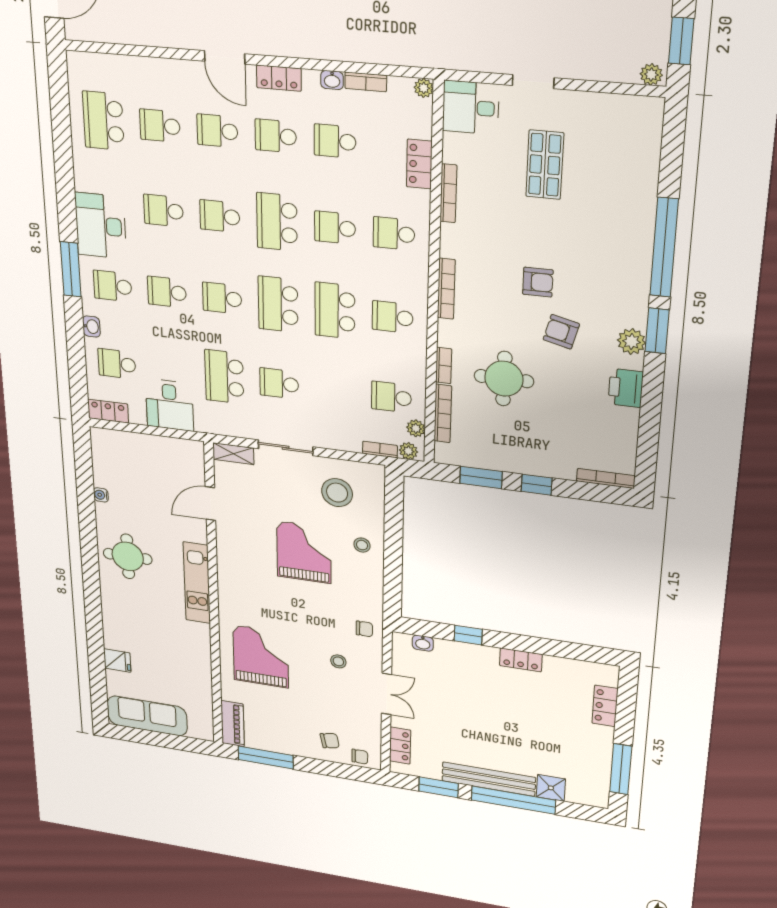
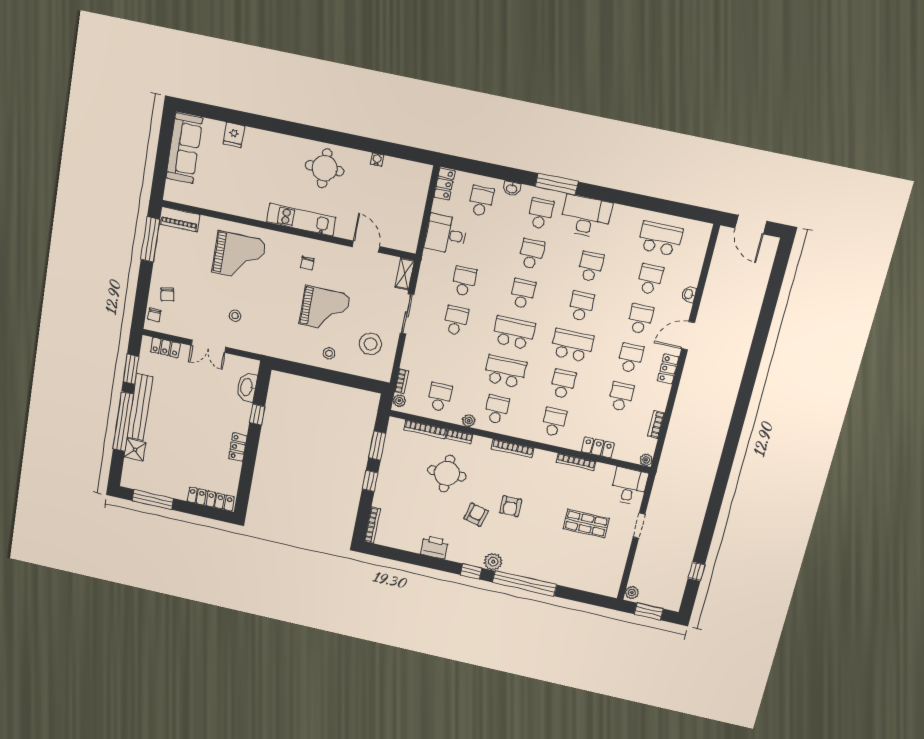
washbasin: (332, 80) -> (689, 294), moved
window: (657, 331) -> (471, 571), width x0.67
plant: (632, 342) -> (493, 562), moved
school desk: (224, 377) -> (464, 281), width x0.54
plant: (416, 428) -> (469, 421), moved
chair: (364, 629) -> (307, 263), moved
washbasin: (423, 643) -> (247, 387), width x1.91, depth x1.45
locker: (605, 706) -> (211, 499), width x1.53

